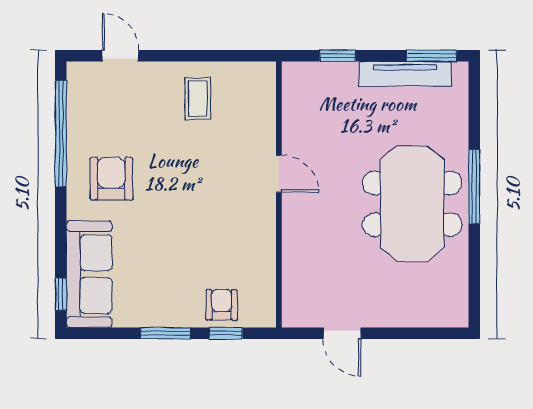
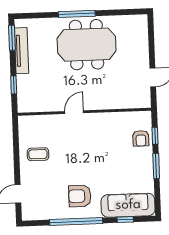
window: (61, 134) -> (76, 221), moved
window: (61, 294) -> (125, 220), moved
armchair: (222, 305) -> (141, 138), turned -90

